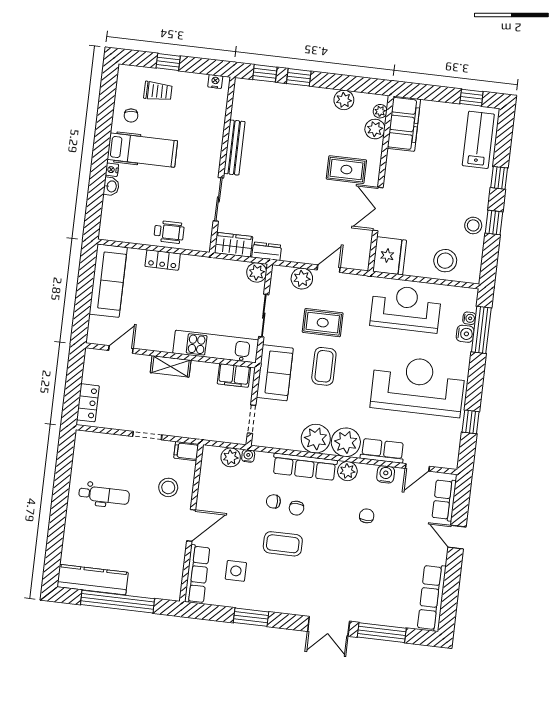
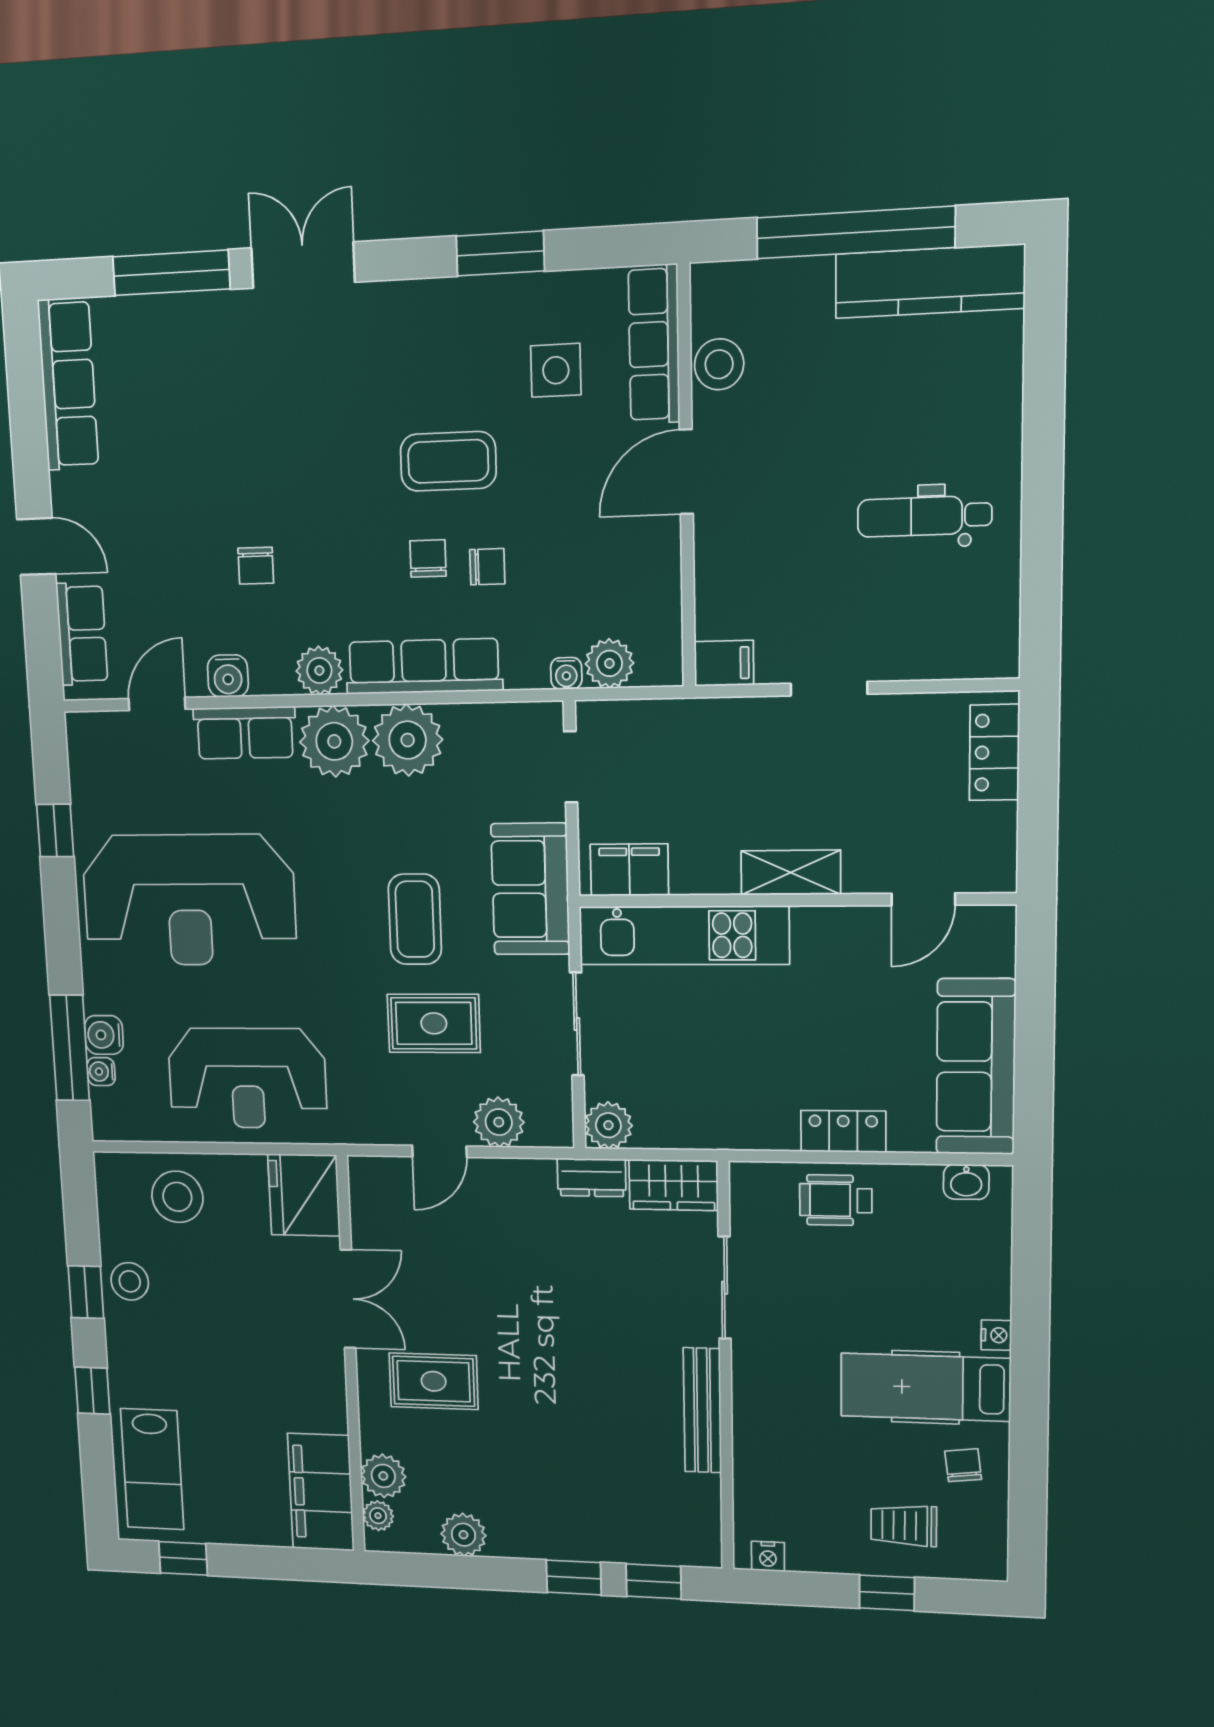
washbasin: (111, 186) -> (966, 1182), moved, turned -90
stool: (168, 487) -> (719, 364), moved

